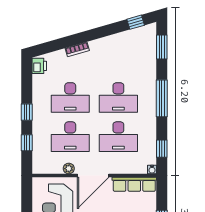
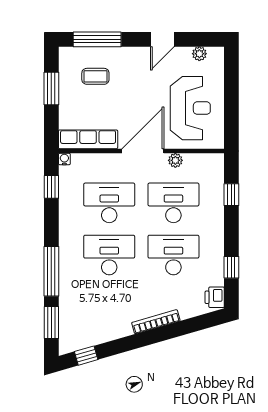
bookcase: (77, 49) -> (156, 322), width x1.56
window: (162, 98) -> (51, 271), moved
window: (27, 112) -> (231, 267), moved

